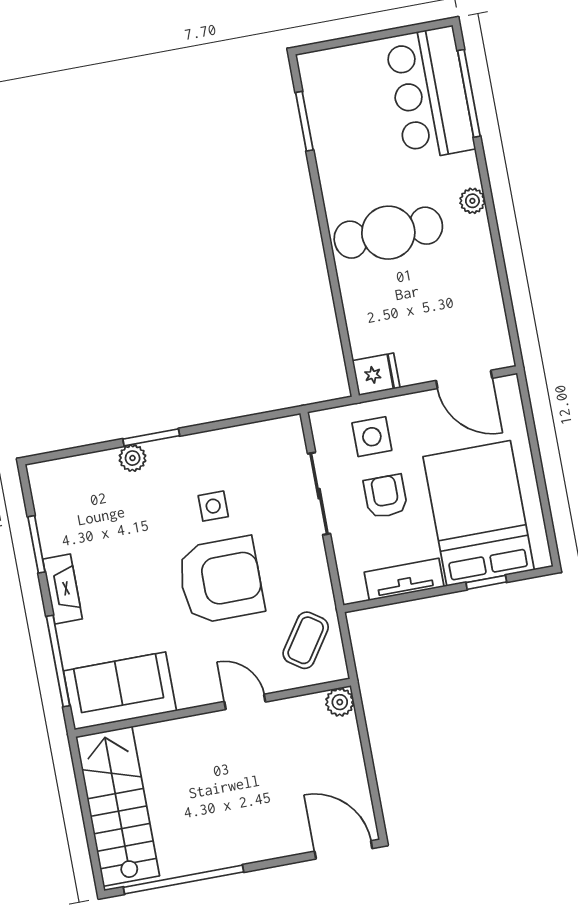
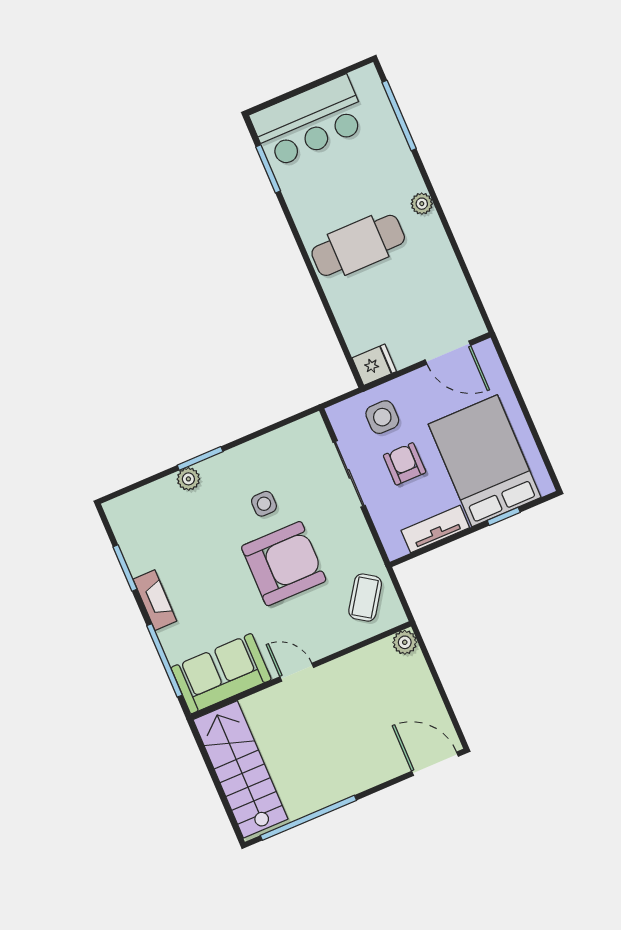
bar counter: (430, 93) -> (309, 122), moved, turned -90
door: (245, 702) -> (297, 672), moved

